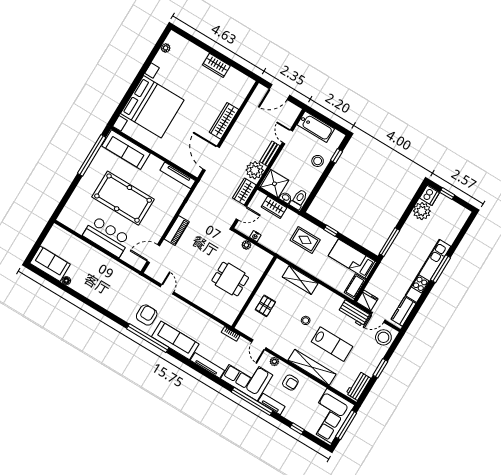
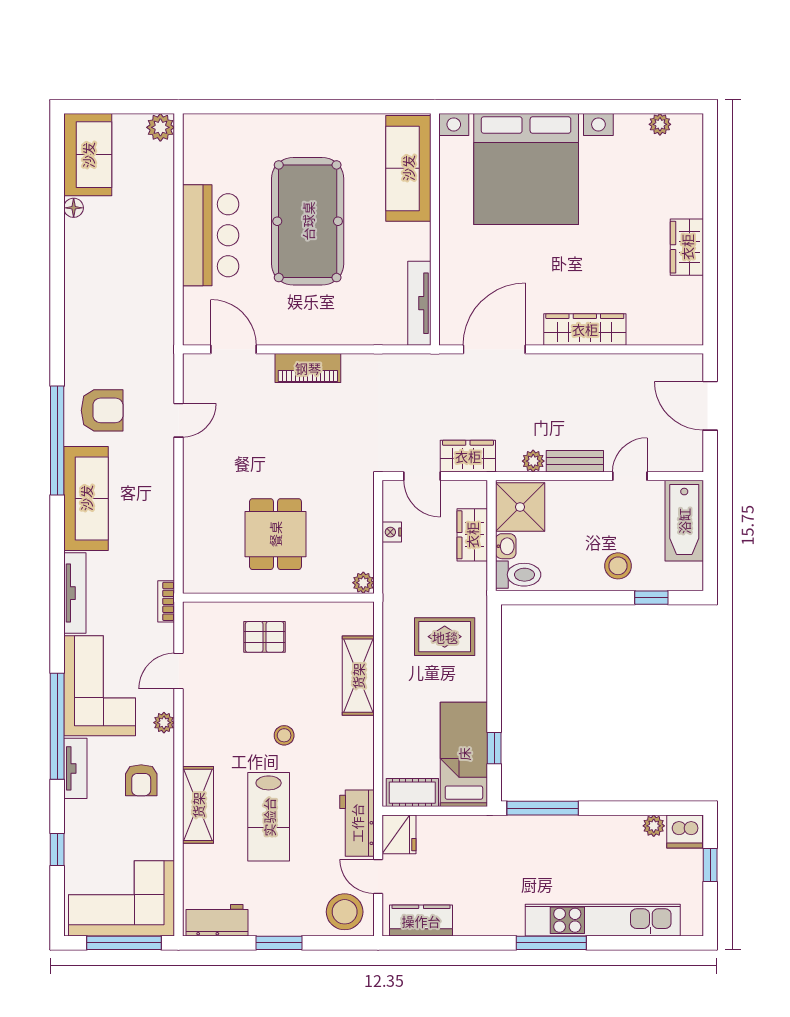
window: (92, 155) -> (355, 107), removed
plant: (255, 170) -> (533, 461), width x0.53, depth x0.53
plant: (422, 211) -> (654, 826), width x0.53, depth x0.53
plant: (56, 231) -> (160, 127), added
window: (331, 231) -> (494, 748), moved
rug: (305, 240) -> (445, 637), turned 90
plant: (246, 245) -> (363, 583), moved
kitchen unit: (428, 271) -> (603, 920), moved
shelving: (312, 367) -> (198, 805), width x0.68

